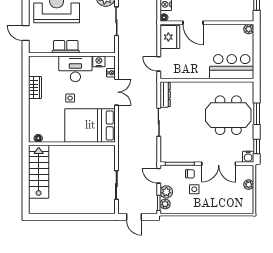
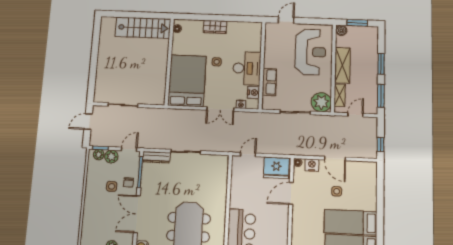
row of seats: (66, 47) -> (269, 82), moved
wardrobe: (35, 88) -> (215, 27), moved
dresser: (165, 95) -> (156, 157), moved

